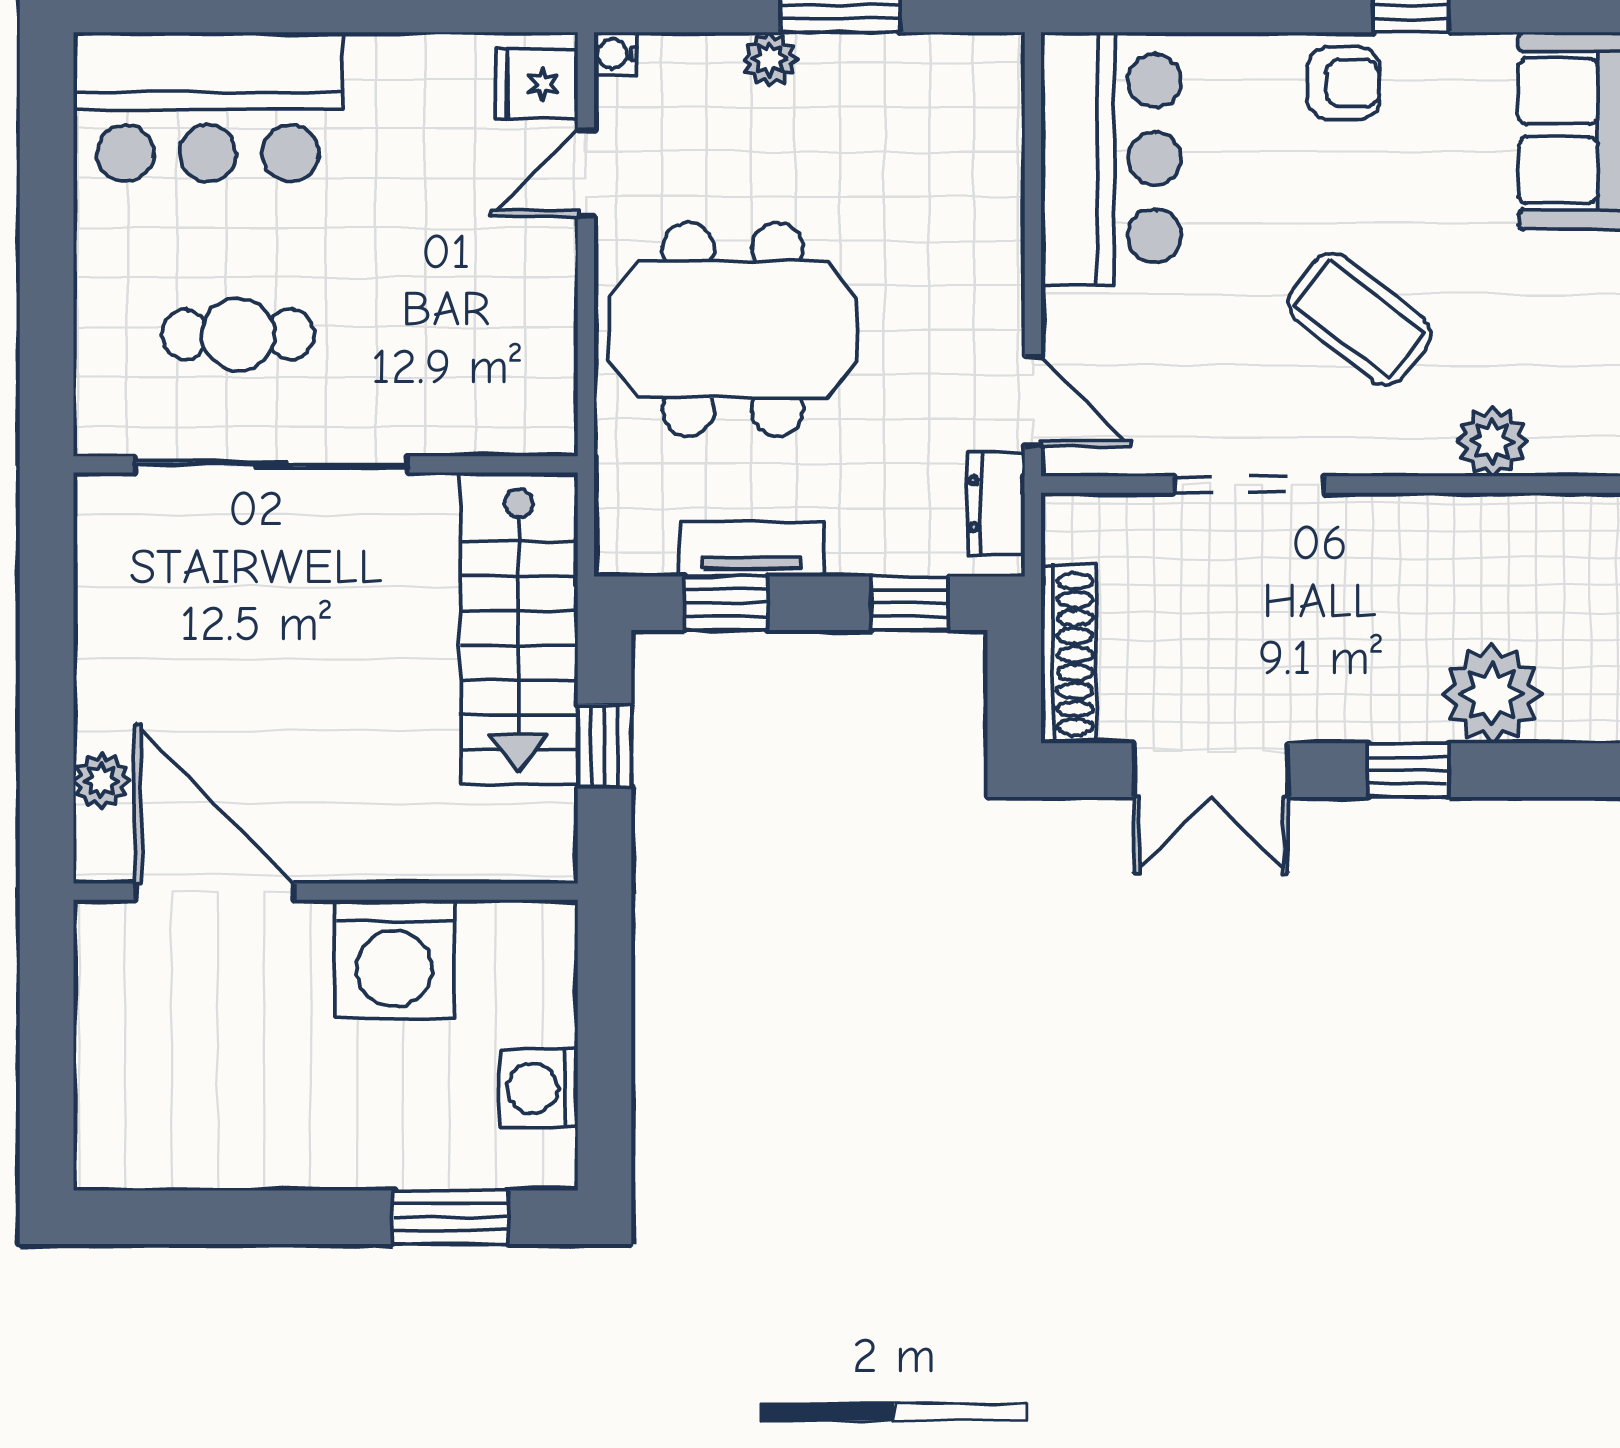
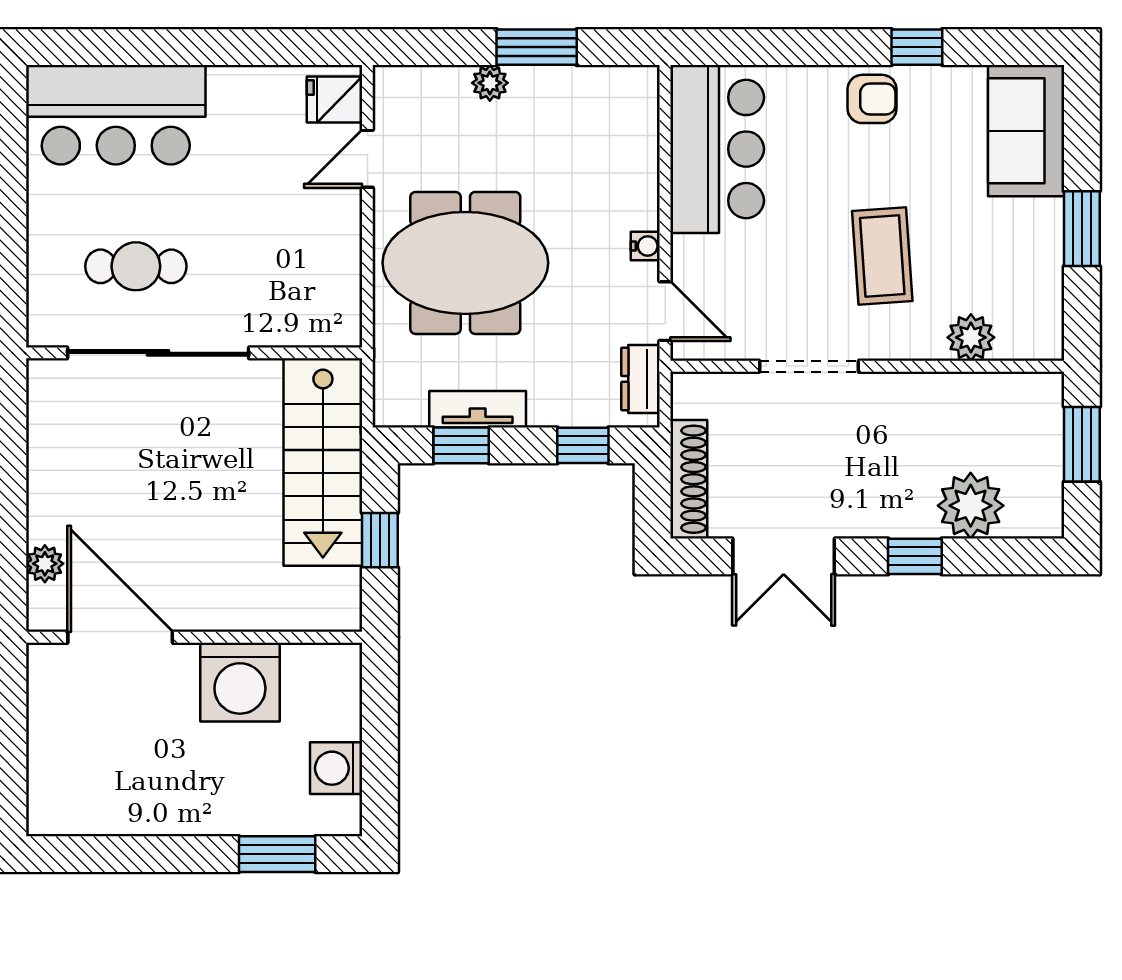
water cooler: (615, 54) -> (645, 246), moved, turned 180
coffee table: (1359, 319) -> (882, 256), turned 48

